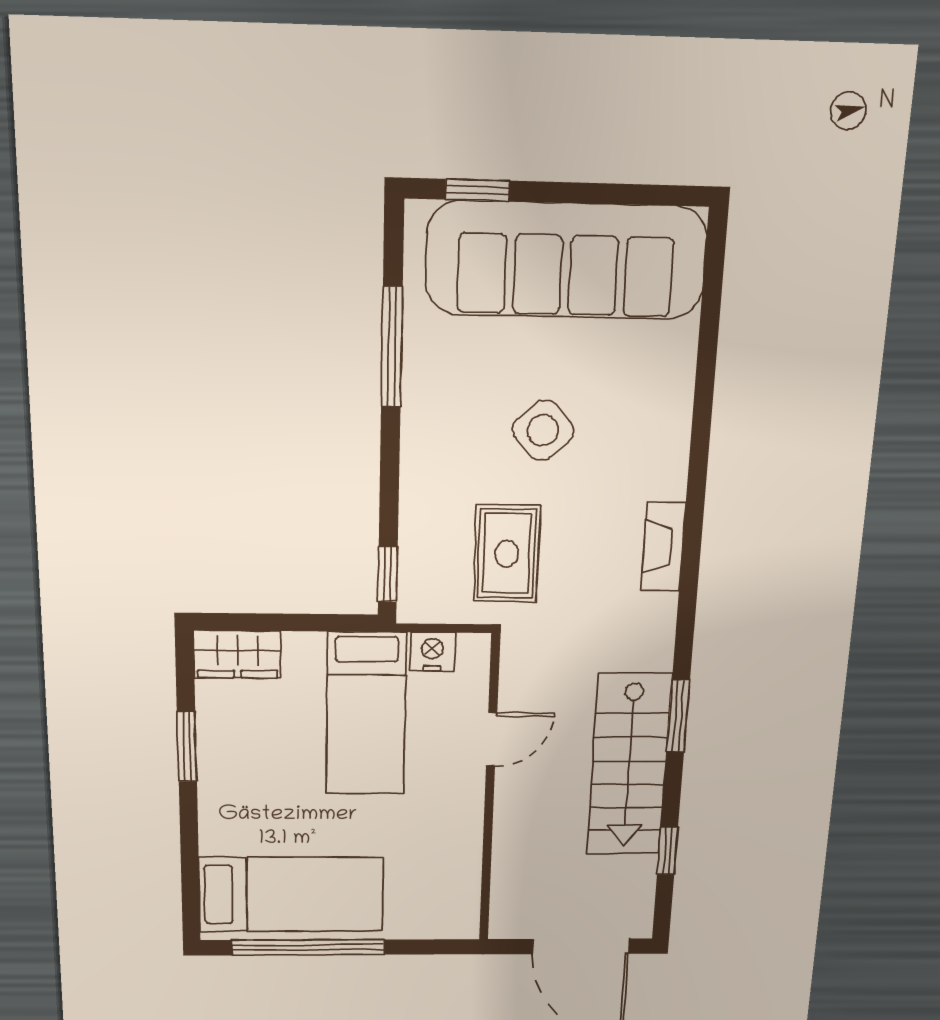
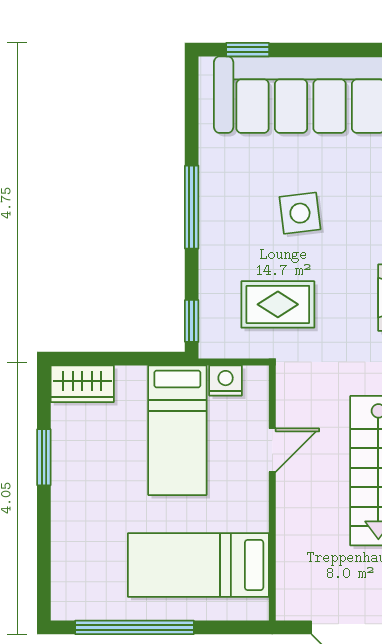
window: (392, 347) -> (192, 207), moved
side table: (543, 430) -> (300, 213), turned 36
rug: (507, 554) -> (278, 304), turned 90
bed: (291, 894) -> (198, 565), moved, turned 180

